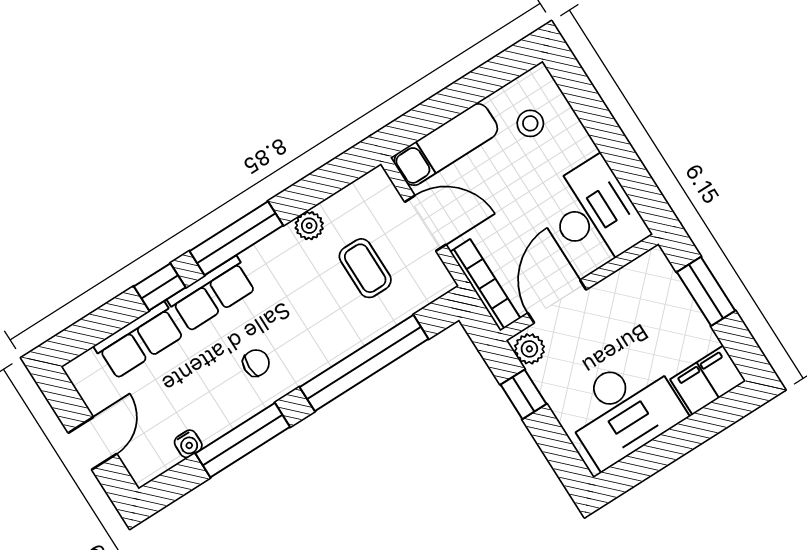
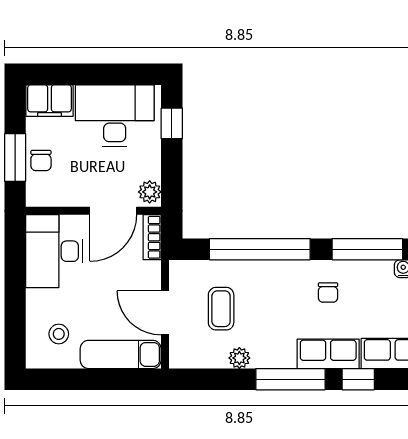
bookcase: (485, 285) -> (152, 237), width x0.64
chair: (675, 306) -> (41, 161), added
chair: (256, 363) -> (328, 293), turned -90
window: (523, 394) -> (172, 123), moved

